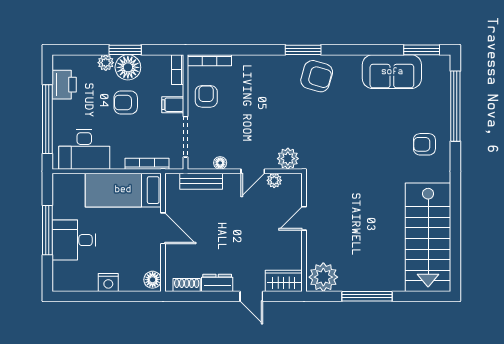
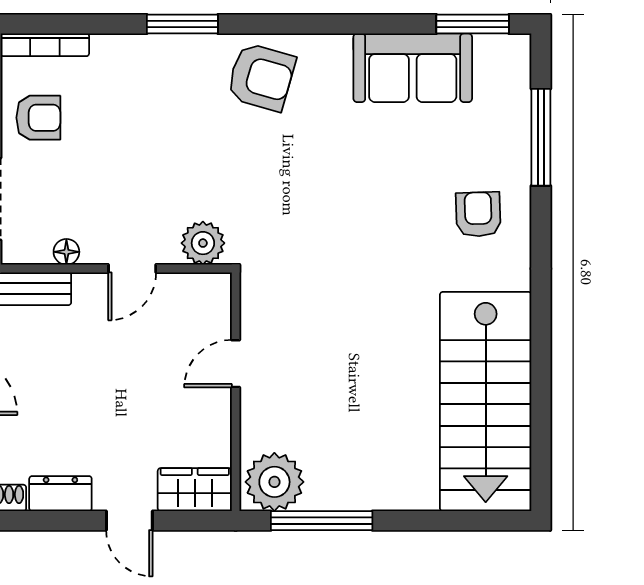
window: (303, 50) -> (182, 24), moved
armchair: (206, 96) -> (38, 118), turned 90
window: (455, 106) -> (541, 137), width x0.68
armchair: (424, 144) -> (478, 214), turned 88
plant: (274, 180) -> (176, 287), removed
window: (367, 296) -> (322, 521), moved

